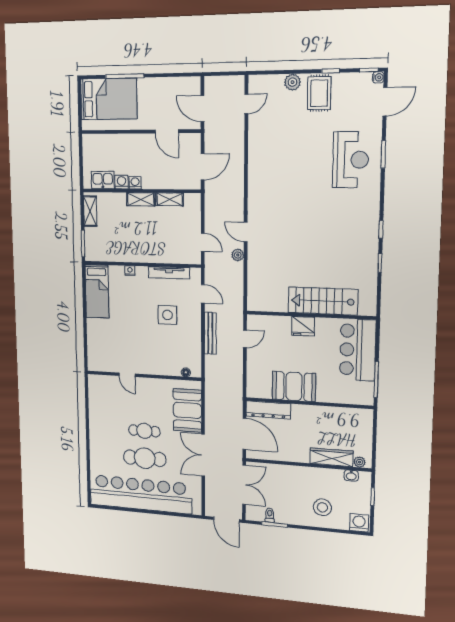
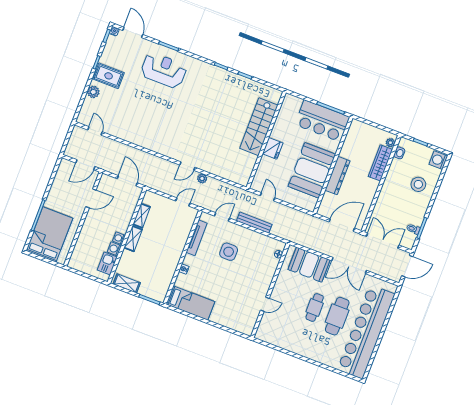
bar counter: (358, 350) -> (322, 121), moved
booth: (294, 386) -> (312, 170), width x1.36, depth x1.42
dresser: (268, 410) -> (338, 176), moved

